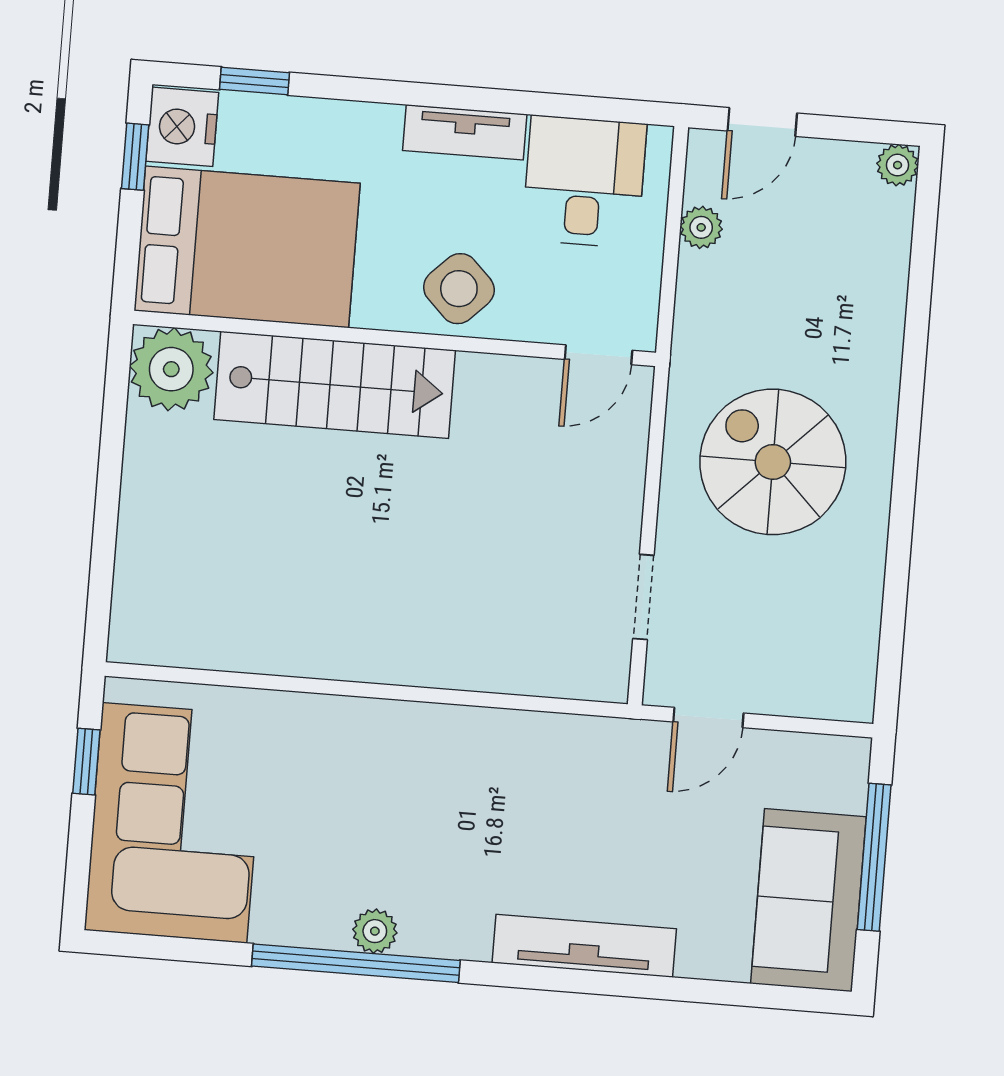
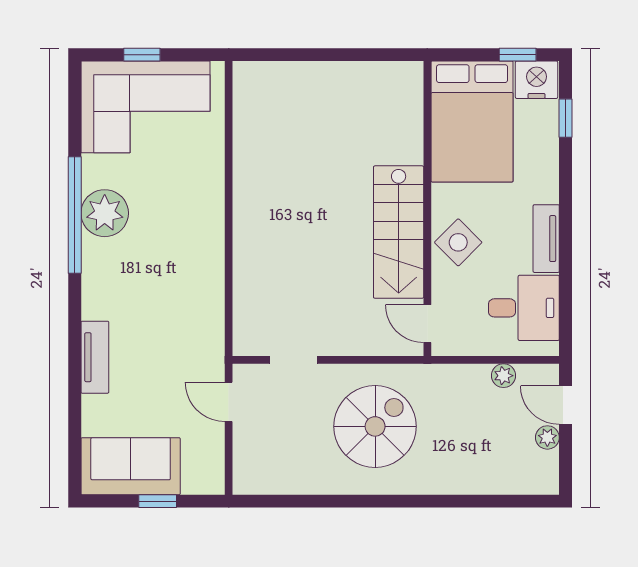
plant: (898, 165) -> (547, 437), moved
plant: (171, 369) -> (400, 84), removed
stairs: (335, 385) -> (399, 232), moved
window: (86, 762) -> (142, 55), moved
window: (874, 857) -> (158, 501), width x0.46
plant: (375, 931) -> (105, 213), width x1.88, depth x1.88
tv unit: (584, 946) -> (95, 357), width x0.71

